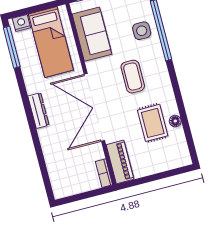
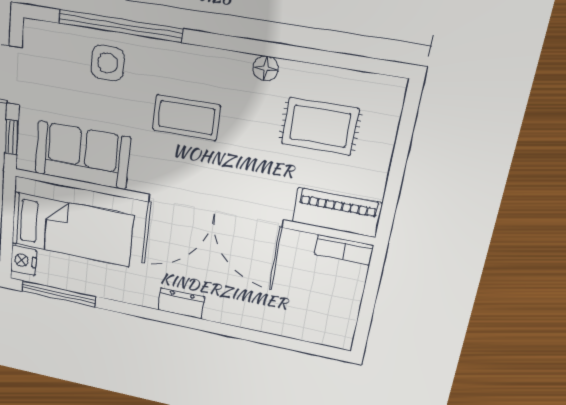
dresser: (38, 111) -> (181, 303), width x0.70
floor lamp: (175, 121) -> (266, 68), moved
rug: (153, 123) -> (320, 126), moved

